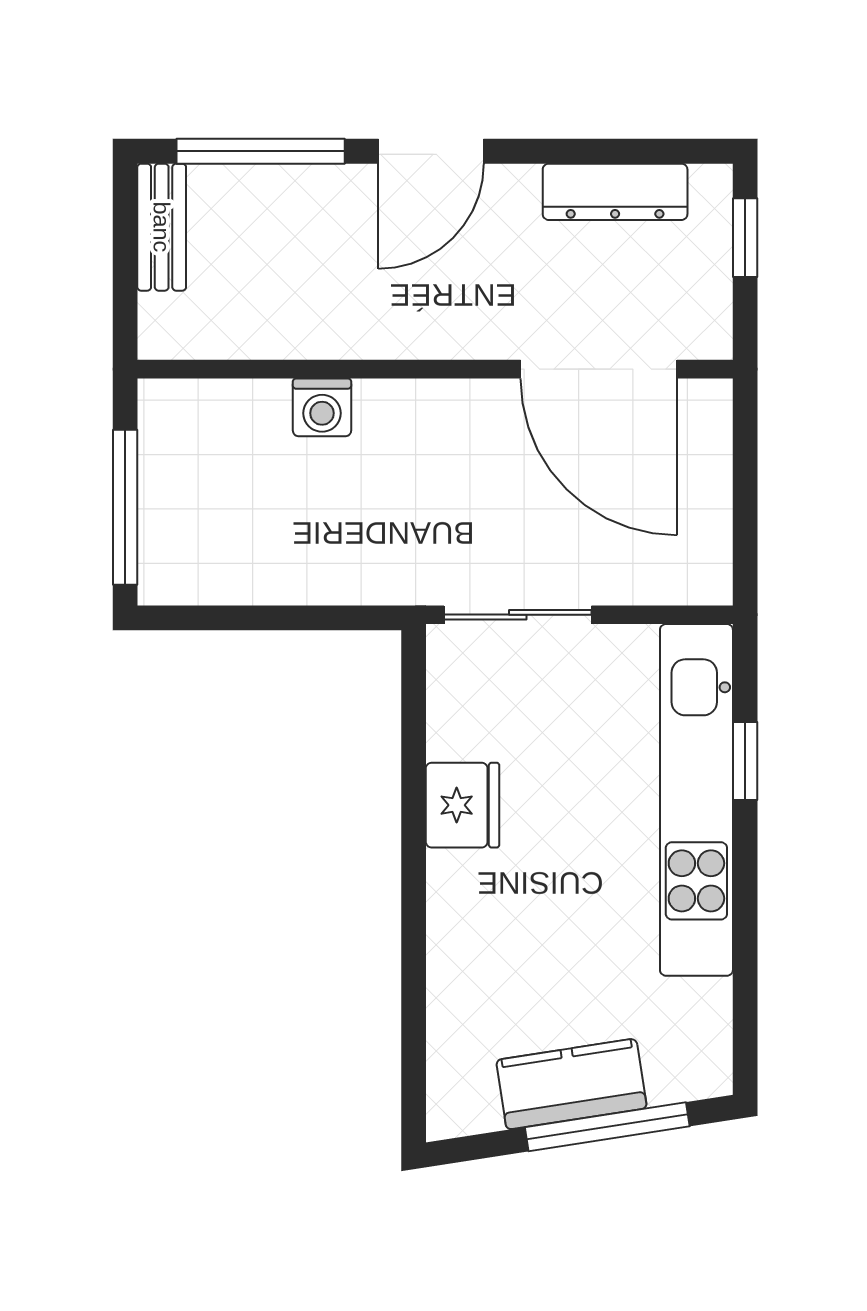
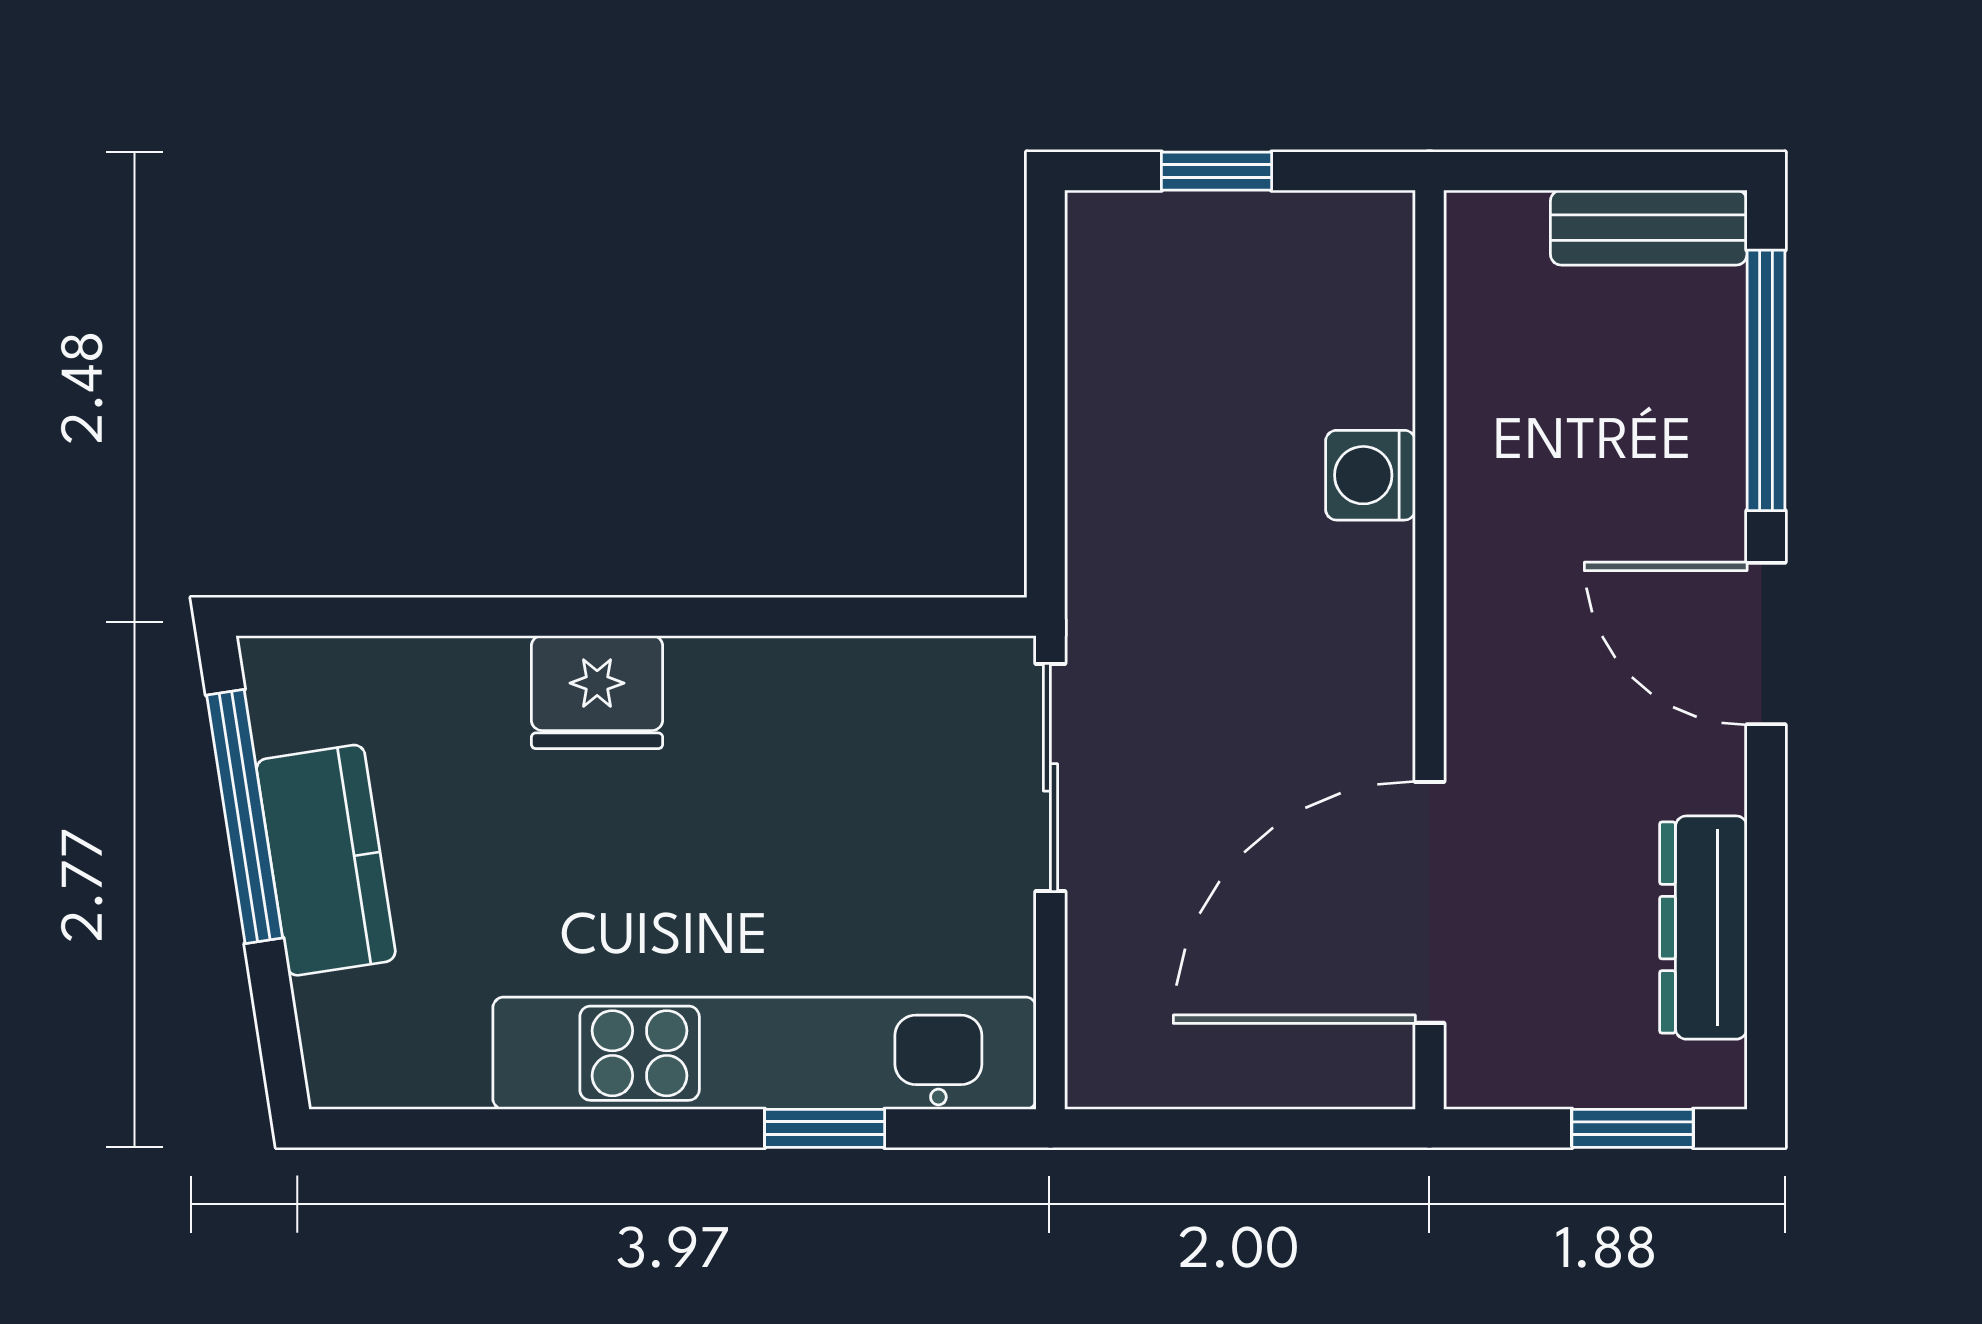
window: (125, 507) -> (1216, 171), width x0.46
fridge: (463, 805) -> (597, 692), moved
window: (607, 1127) -> (245, 817), moved

